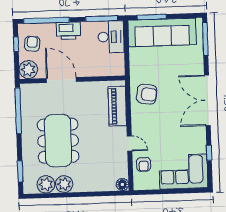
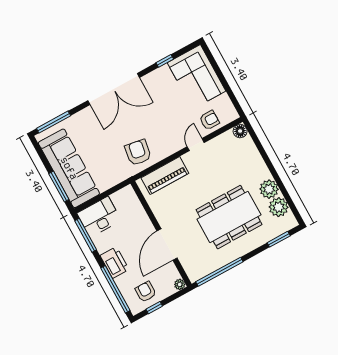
armchair: (32, 44) -> (146, 292), turned 83
plant: (28, 70) -> (180, 284), width x0.53, depth x0.53

